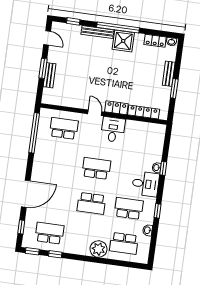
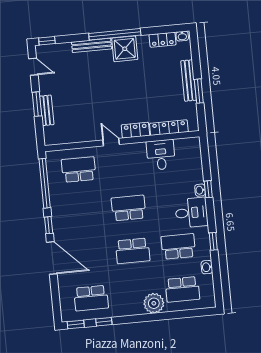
window: (73, 21) -> (47, 41), moved
bench: (169, 74) -> (189, 80), width x1.36
desk: (113, 130) -> (161, 155), moved
door: (26, 194) -> (52, 258), hinge flipped
window: (21, 227) -> (49, 225), moved
school desk: (49, 233) -> (91, 298), turned 180

